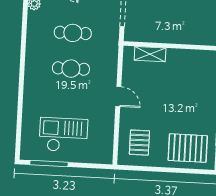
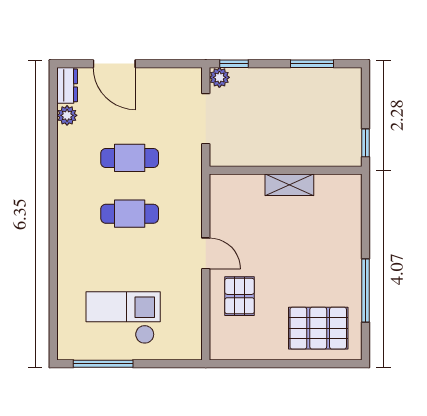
shelving: (150, 54) -> (289, 185), moved
pallet: (139, 143) -> (240, 296), moved

